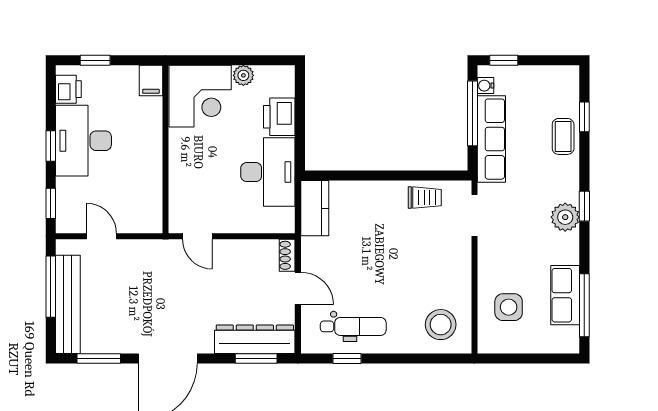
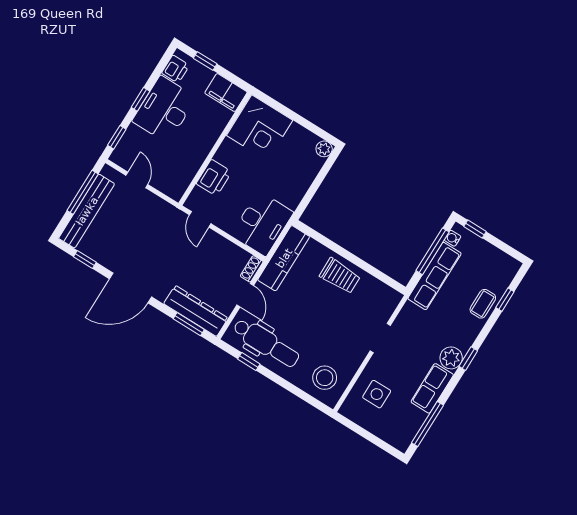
plant: (243, 75) -> (324, 149), moved
filing cabinet: (151, 81) -> (226, 93), width x2.00
printer: (279, 117) -> (214, 178), moved, turned 180
desk: (268, 172) -> (262, 224), moved
trolley: (425, 198) -> (340, 276), moved, width x1.36, depth x1.39
kitchen counter: (315, 208) -> (284, 258), width x1.50
doorway: (474, 215) -> (380, 338), moved
row of seats: (565, 295) -> (432, 388), moved
dental chair: (353, 326) -> (266, 343), width x1.36, depth x1.38
window: (99, 358) -> (85, 259), width x0.67

